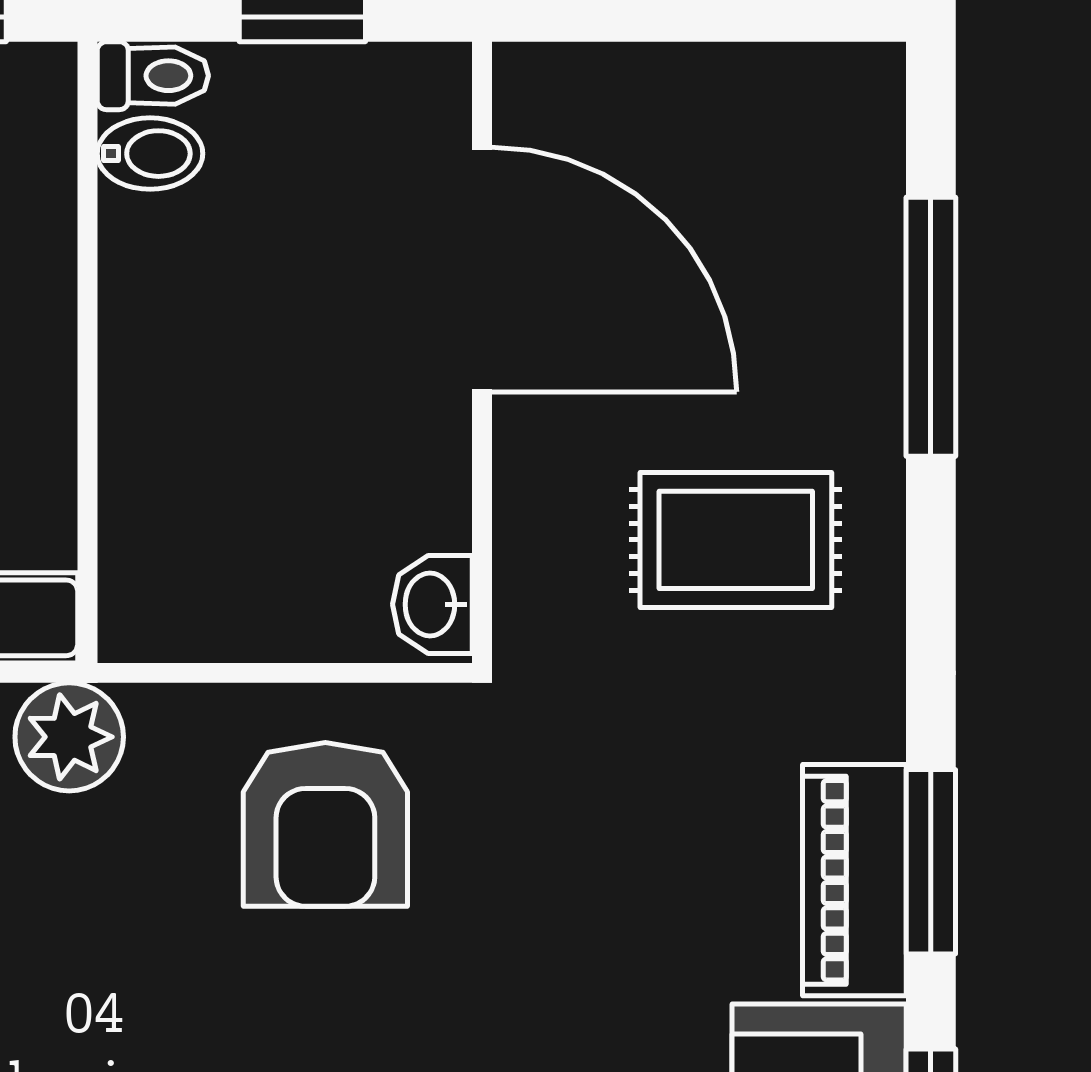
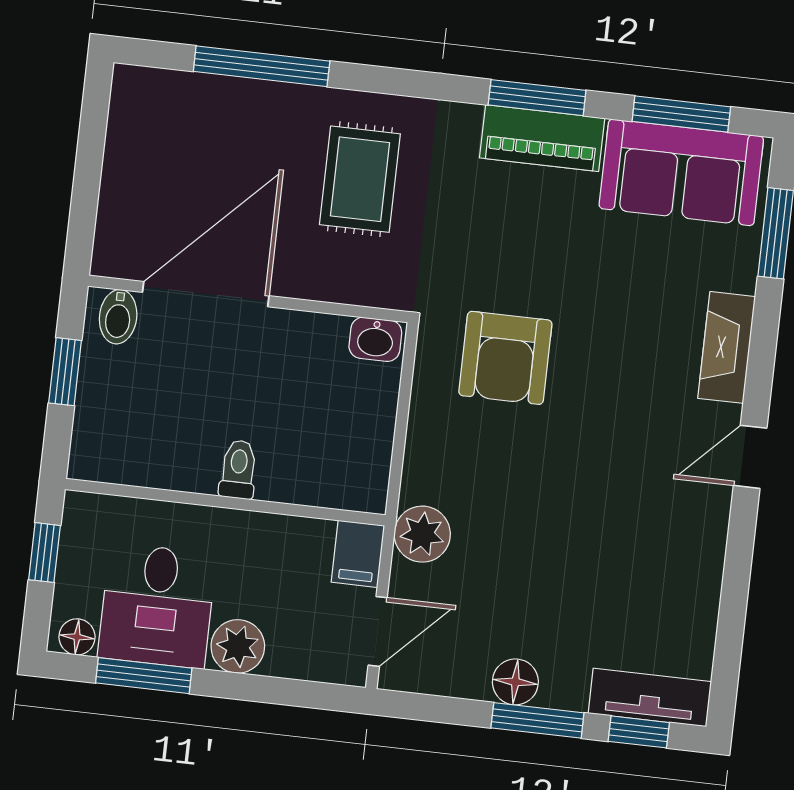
toilet: (153, 76) -> (238, 469), moved
bidet: (150, 154) -> (118, 317), moved, turned 180
armchair: (325, 824) -> (505, 358), moved, turned 90

